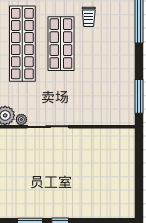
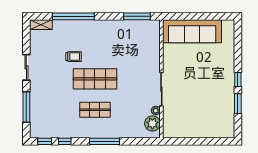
shop shelf: (22, 44) -> (95, 110), width x0.50, depth x0.74
sofa: (120, 165) -> (192, 31), added

